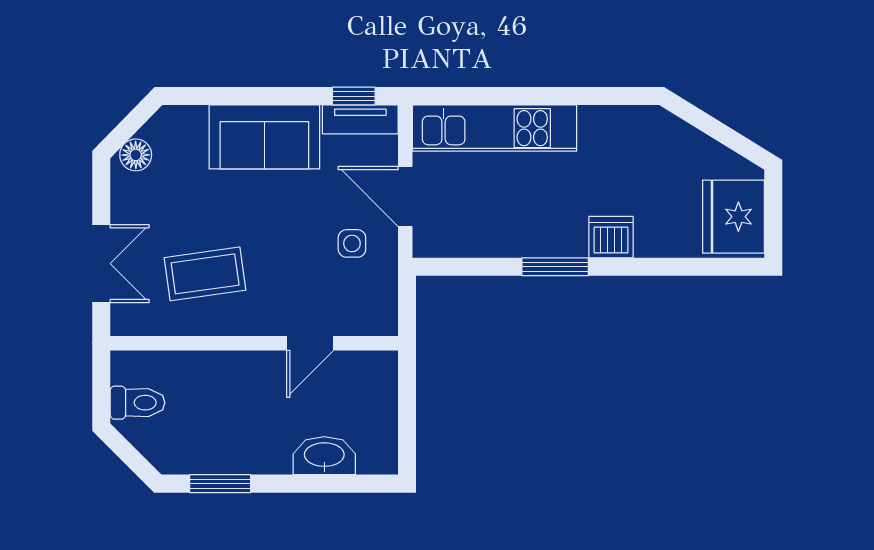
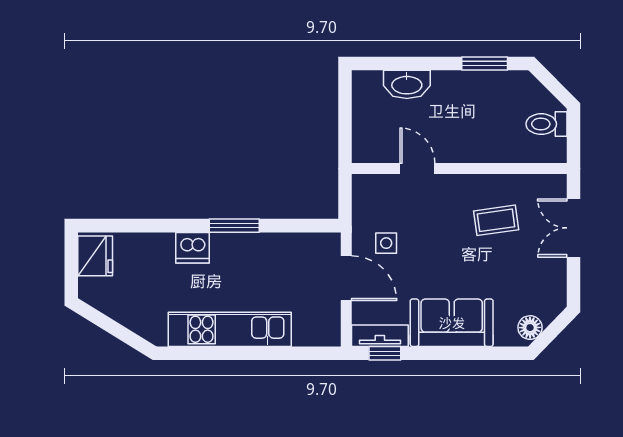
kitchen unit: (494, 128) -> (230, 329), moved
floor lamp: (136, 155) -> (530, 328), moved
fridge: (734, 217) -> (95, 256), width x0.73, depth x0.75
coffee table: (205, 274) -> (496, 220), width x0.73, depth x0.77
door: (310, 343) -> (417, 168), hinge flipped

